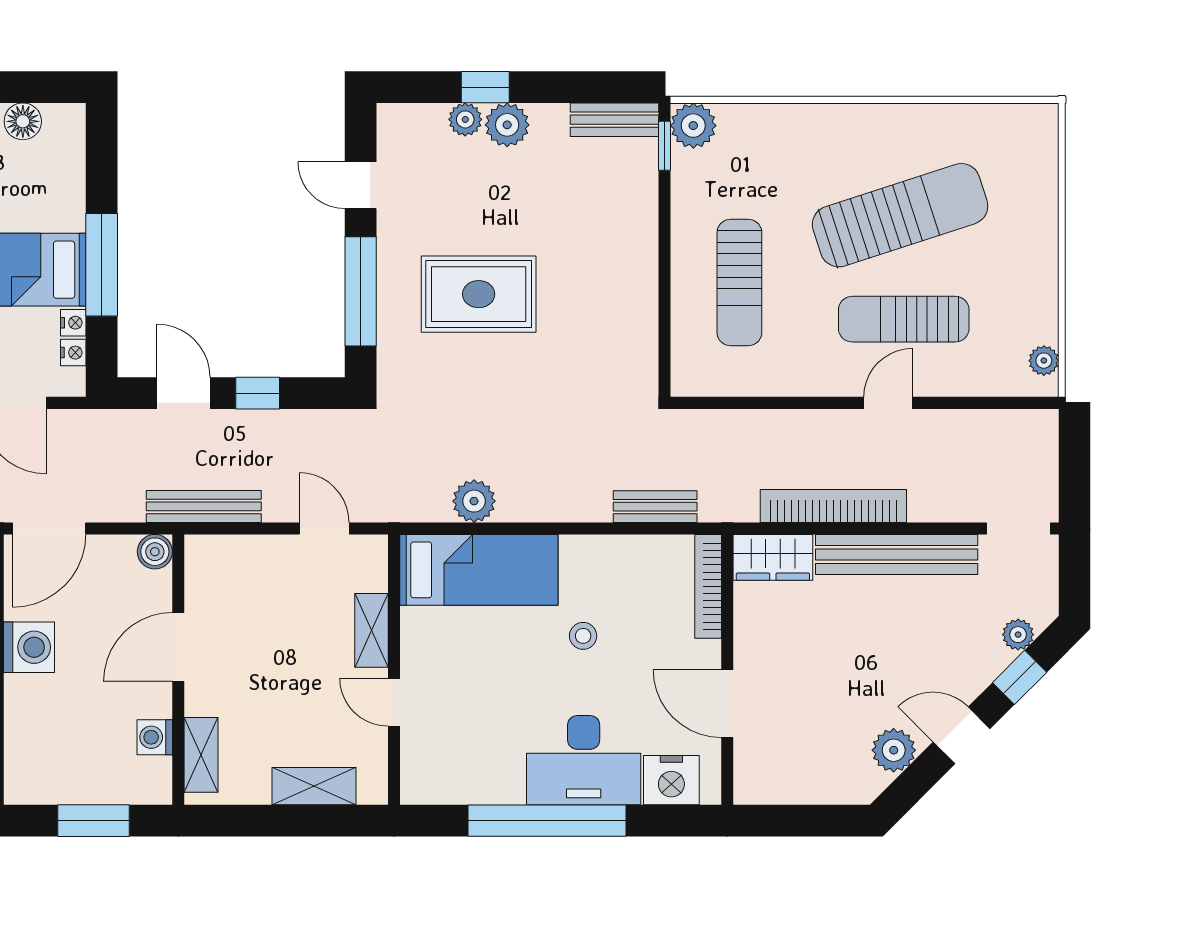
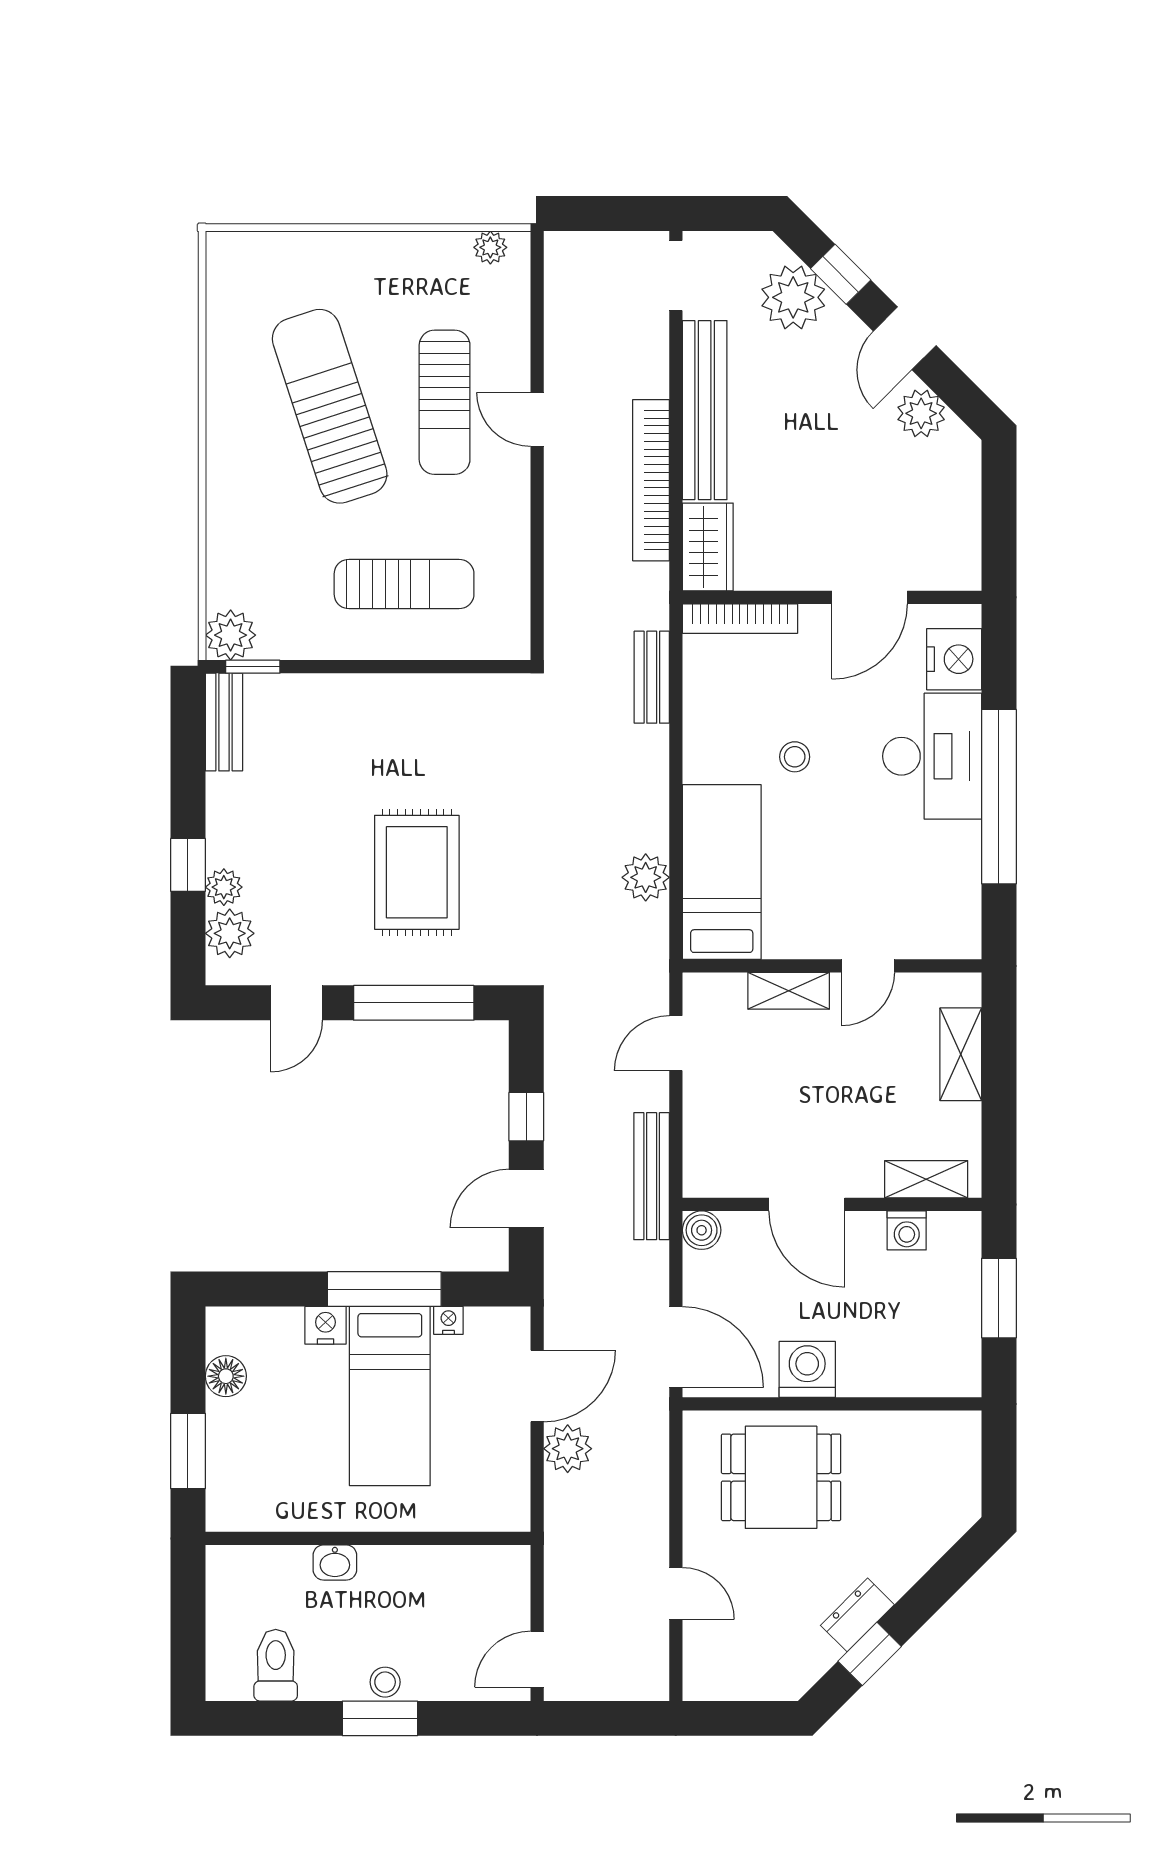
plant: (507, 125) -> (230, 933), moved
nightstand: (73, 353) -> (325, 1325), moved, width x1.39, depth x1.35
plant: (1018, 635) -> (793, 297), width x1.88, depth x1.88

